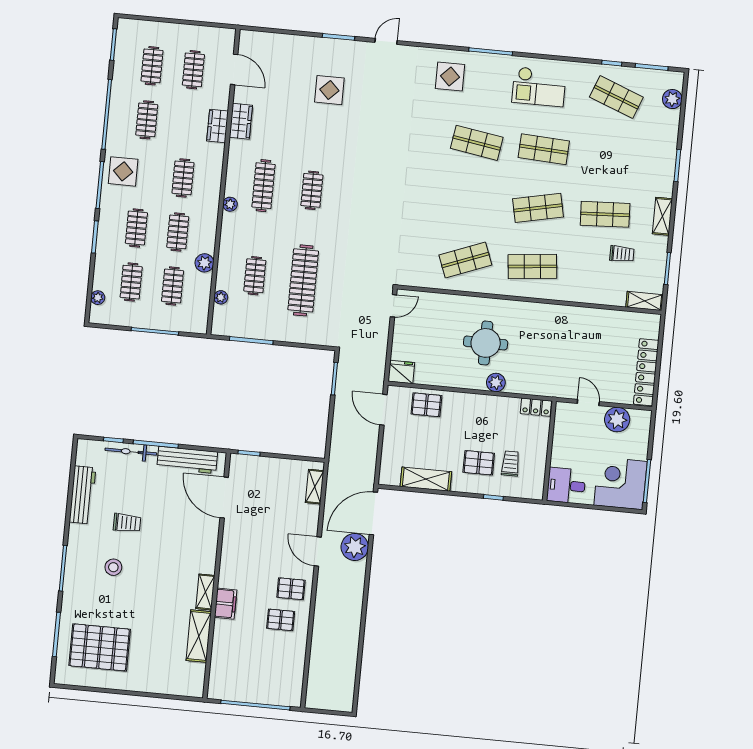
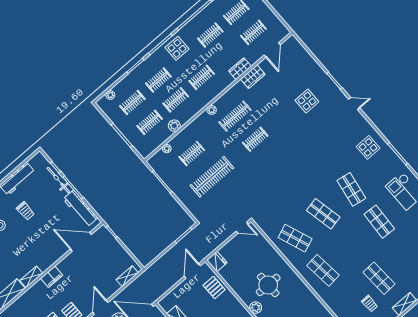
shop shelf: (538, 208) -> (323, 214), moved
door: (224, 498) -> (81, 242), hinge flipped
filing cabinet: (226, 604) -> (52, 277), moved

